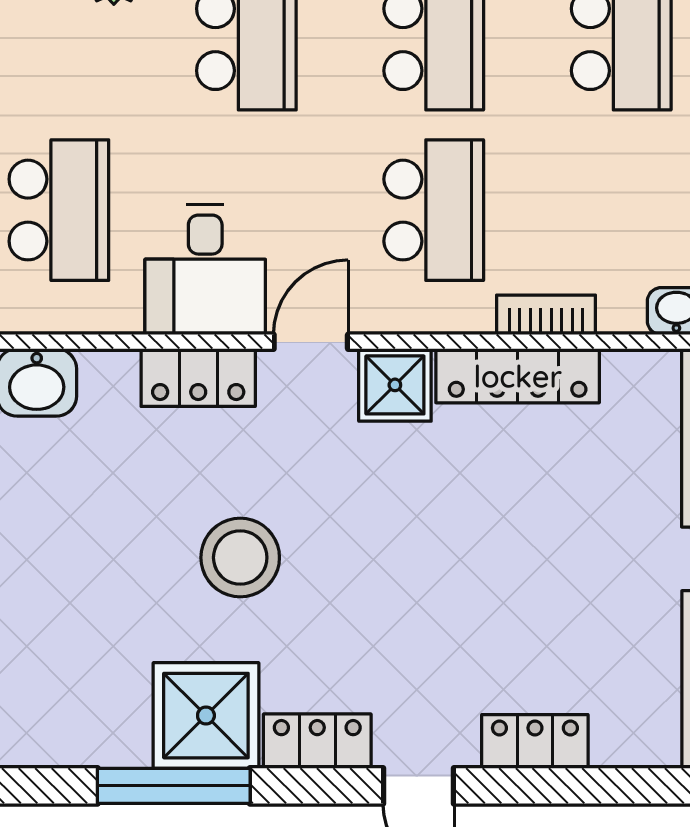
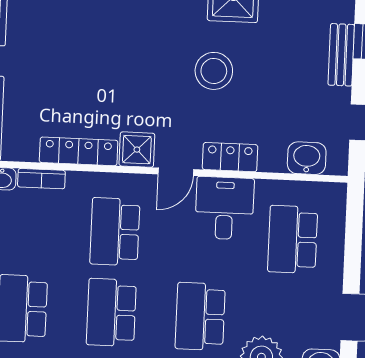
bookcase: (546, 315) -> (41, 179), moved

